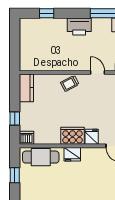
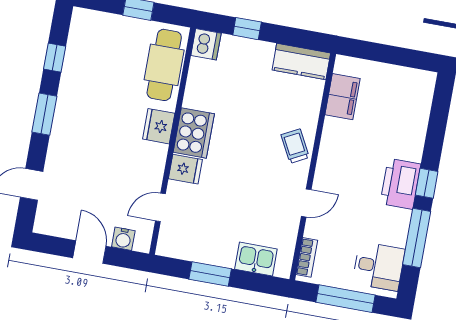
window: (47, 13) -> (427, 183), moved
filing cabinet: (40, 64) -> (342, 97), added

